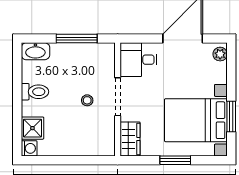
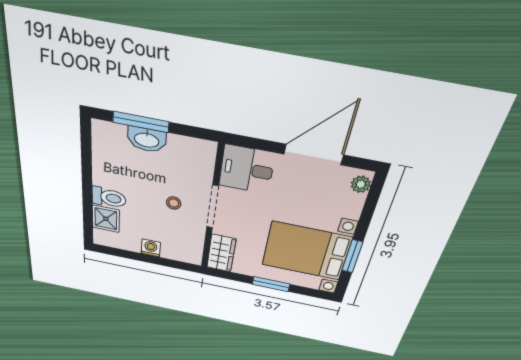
window: (77, 38) -> (141, 122), moved
washbasin: (35, 51) -> (147, 140), moved
toilet: (35, 92) -> (109, 198), moved
washing machine: (29, 148) -> (151, 248), moved, turned -90

